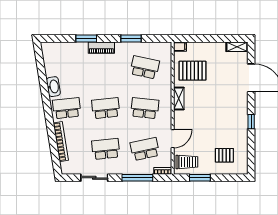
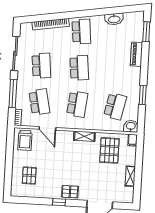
window: (86, 39) -> (146, 32), moved
shelving: (237, 47) -> (130, 176), moved
piano: (101, 48) -> (136, 54), moved
washbasin: (165, 49) -> (131, 126), added
washbasin: (53, 87) -> (114, 19), moved
pallet: (239, 110) -> (70, 192), added
sliding door: (94, 178) -> (15, 53), width x1.37
window: (200, 178) -> (10, 152), removed

